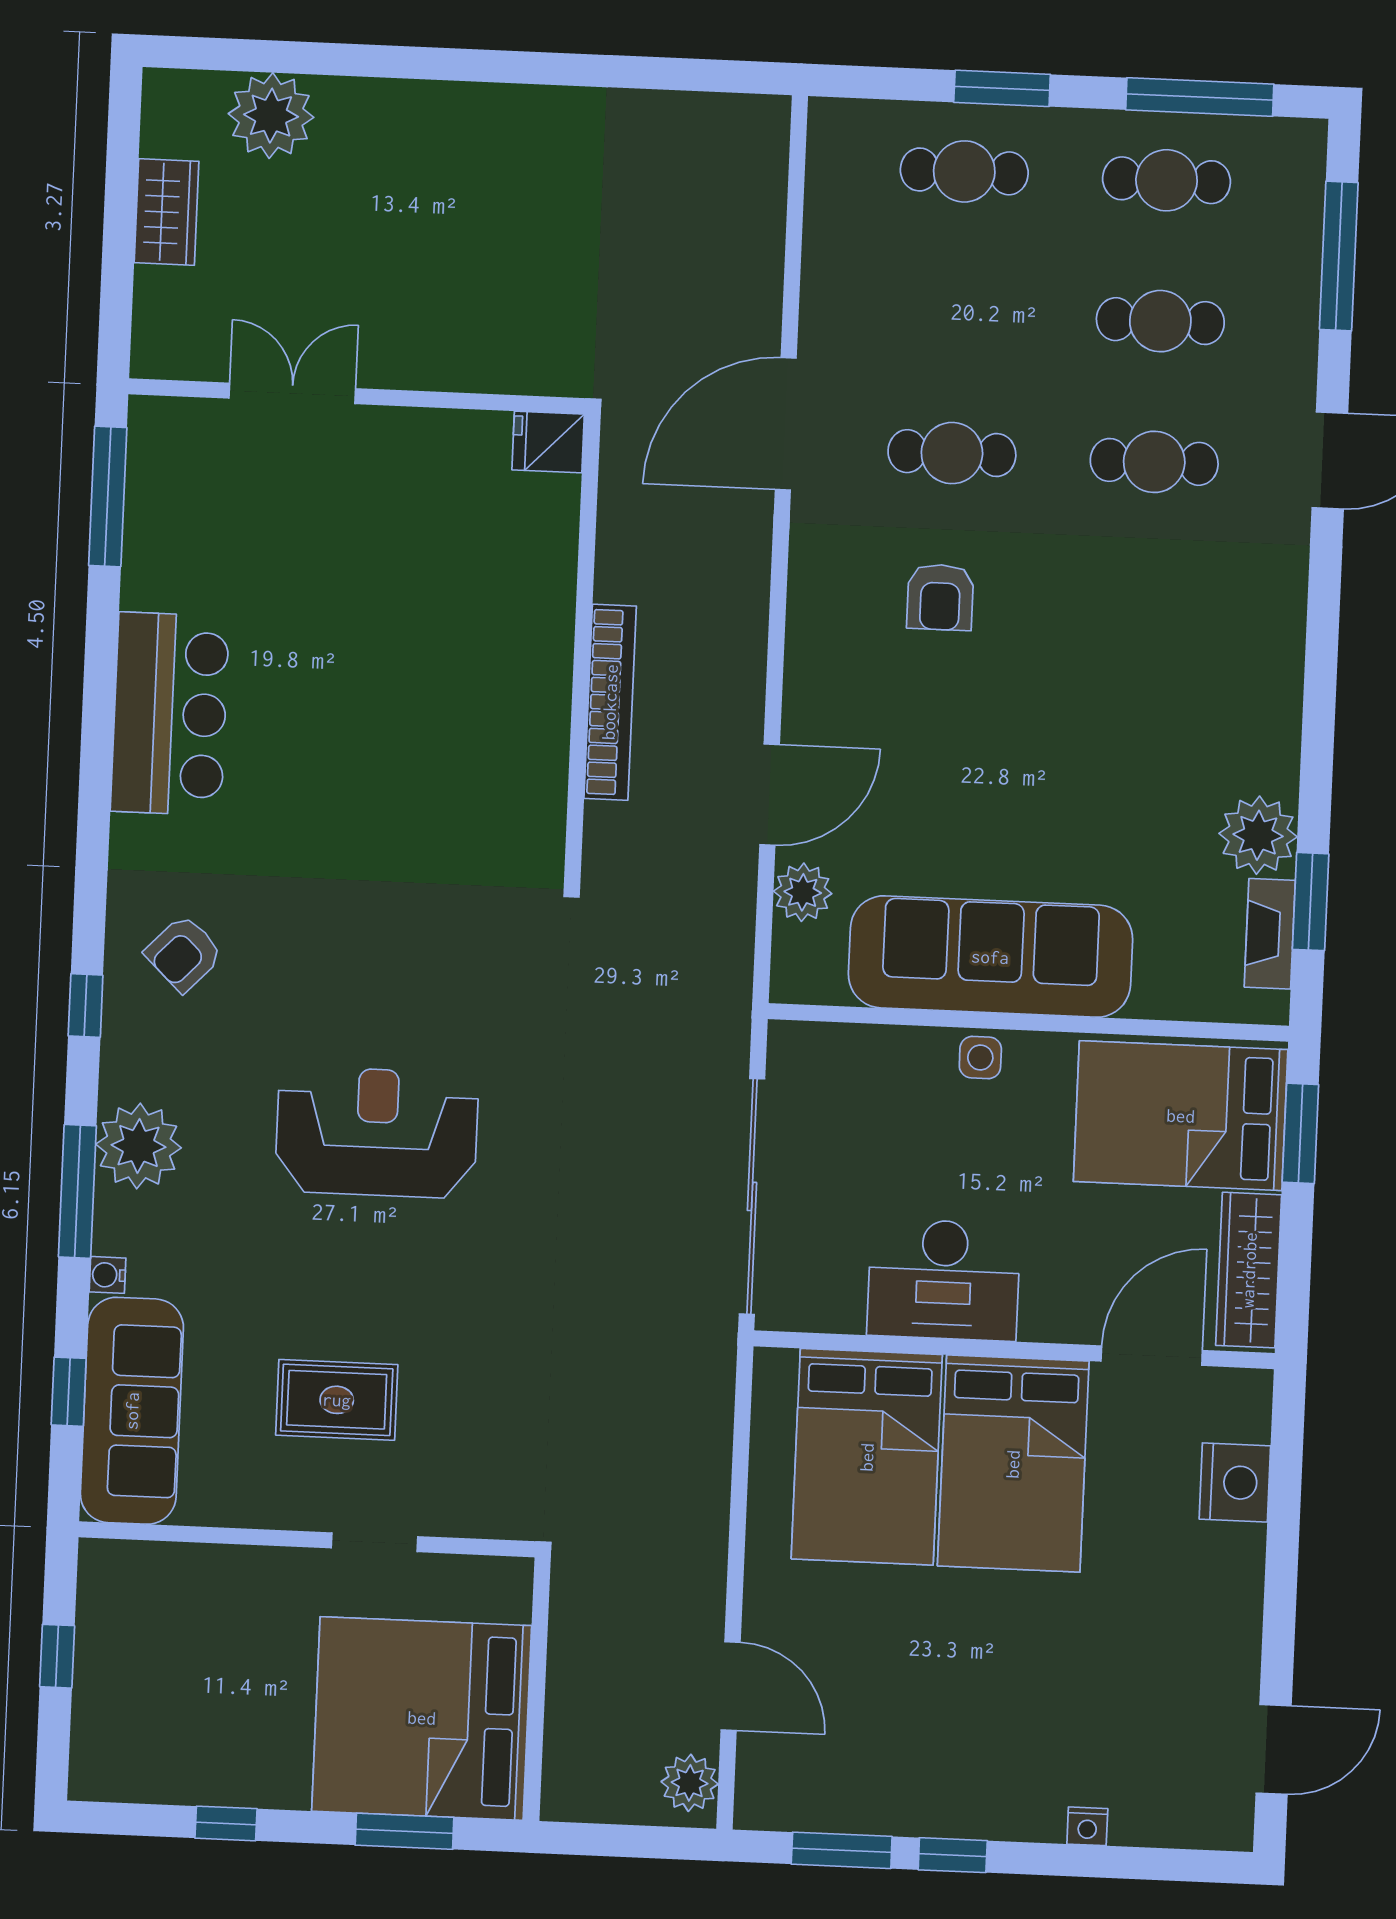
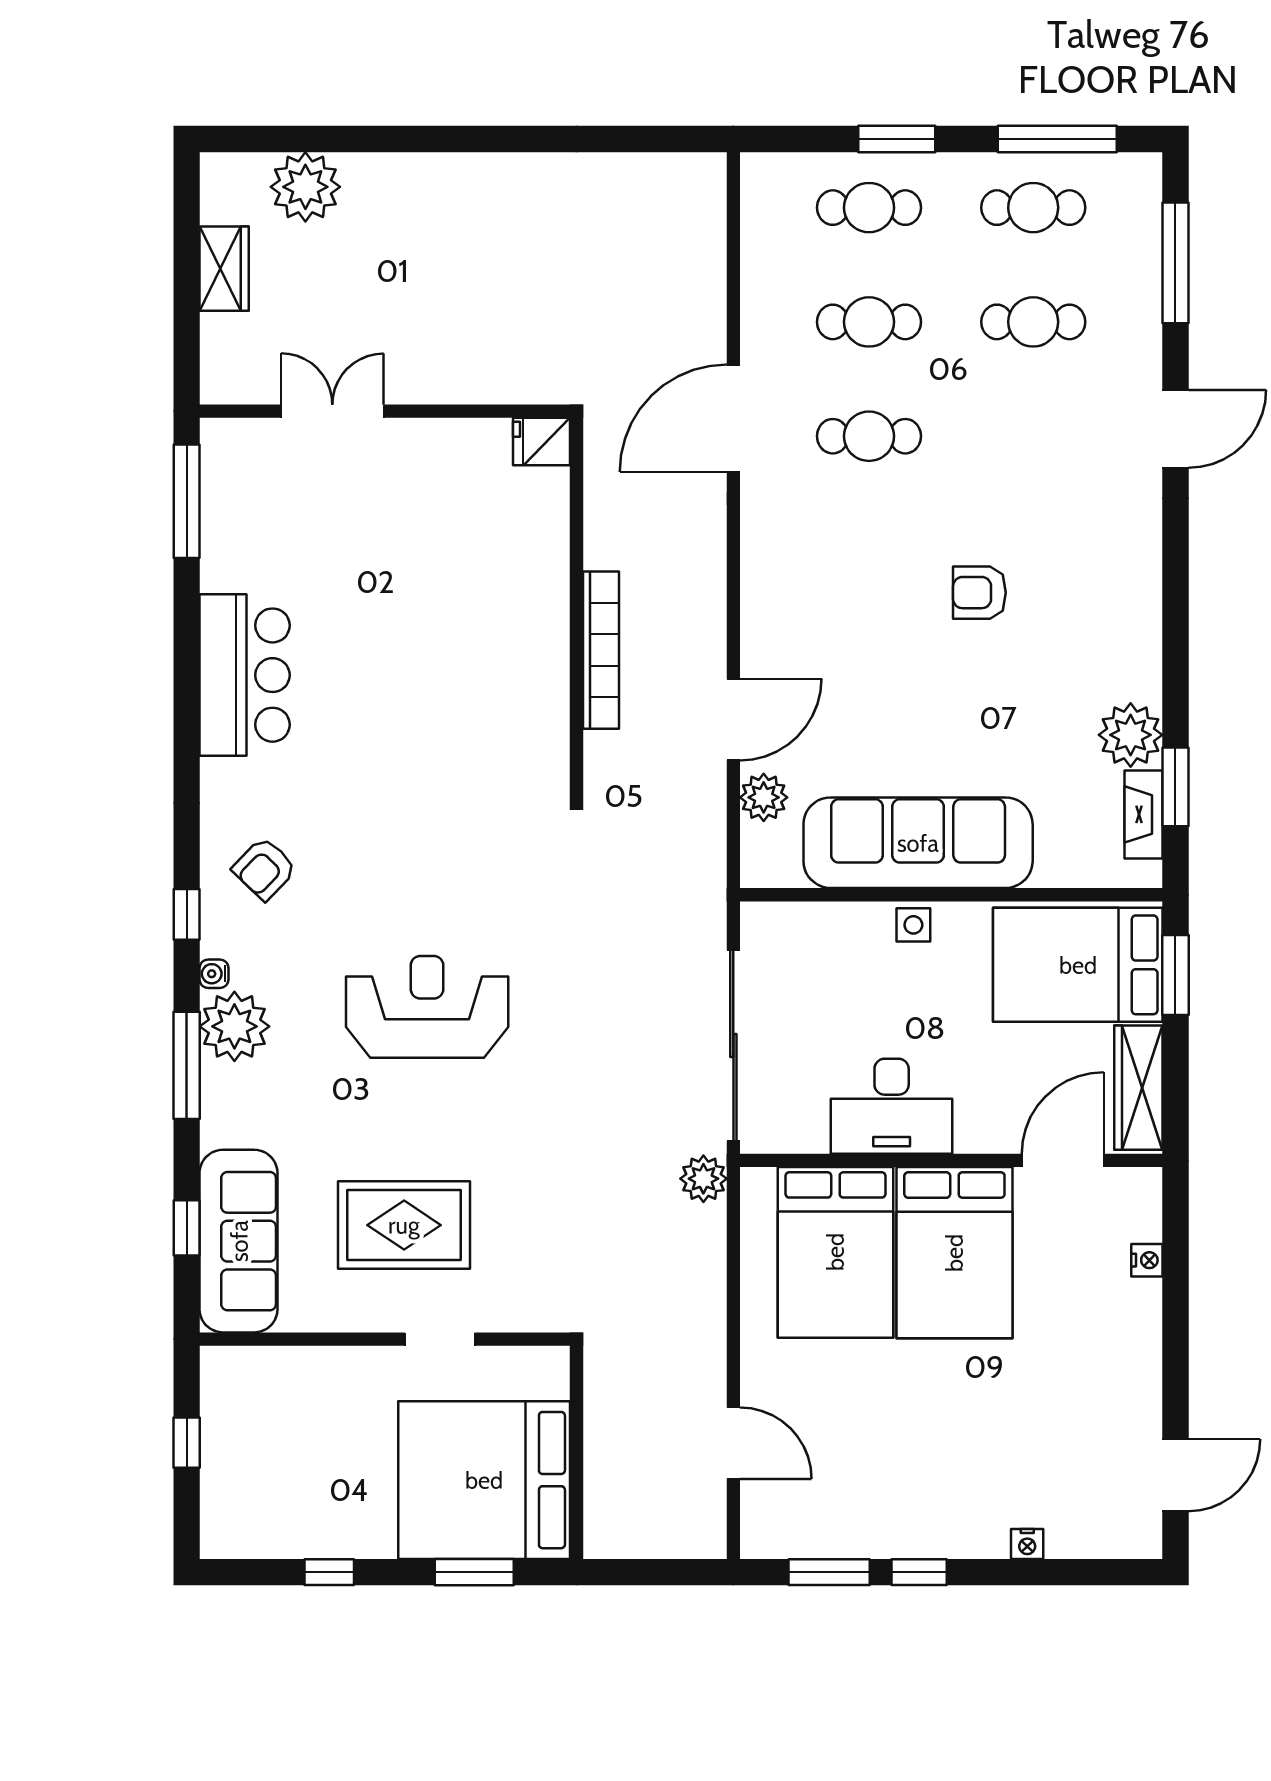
cafe table: (1154, 462) -> (869, 322), moved
armchair: (940, 597) -> (979, 593), moved, turned 90
water cooler: (108, 1275) -> (214, 974), moved
rug: (337, 1400) -> (404, 1225), width x1.36, depth x1.43
nightstand: (1235, 1482) -> (1147, 1260), width x0.53, depth x0.56
plant: (690, 1783) -> (703, 1179), moved

